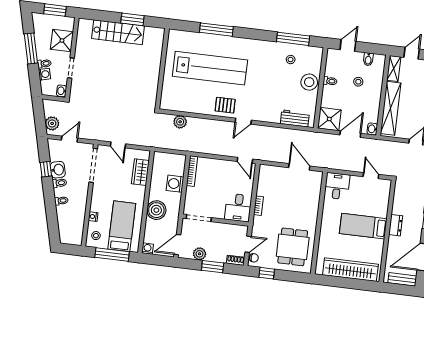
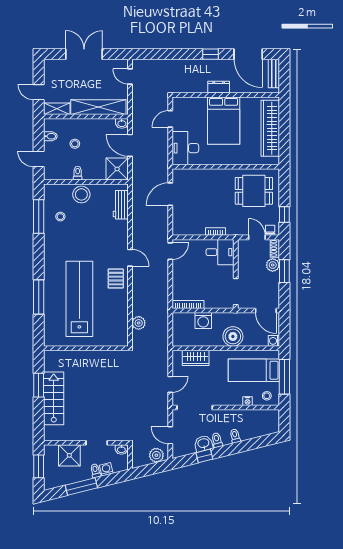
desk: (337, 186) -> (185, 148), width x1.37
bed: (363, 226) -> (224, 121), width x1.50
plant: (200, 254) -> (273, 265), moved

